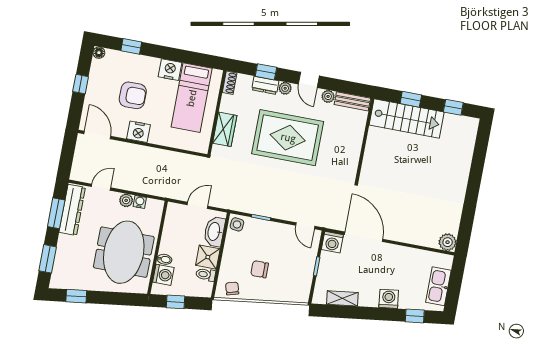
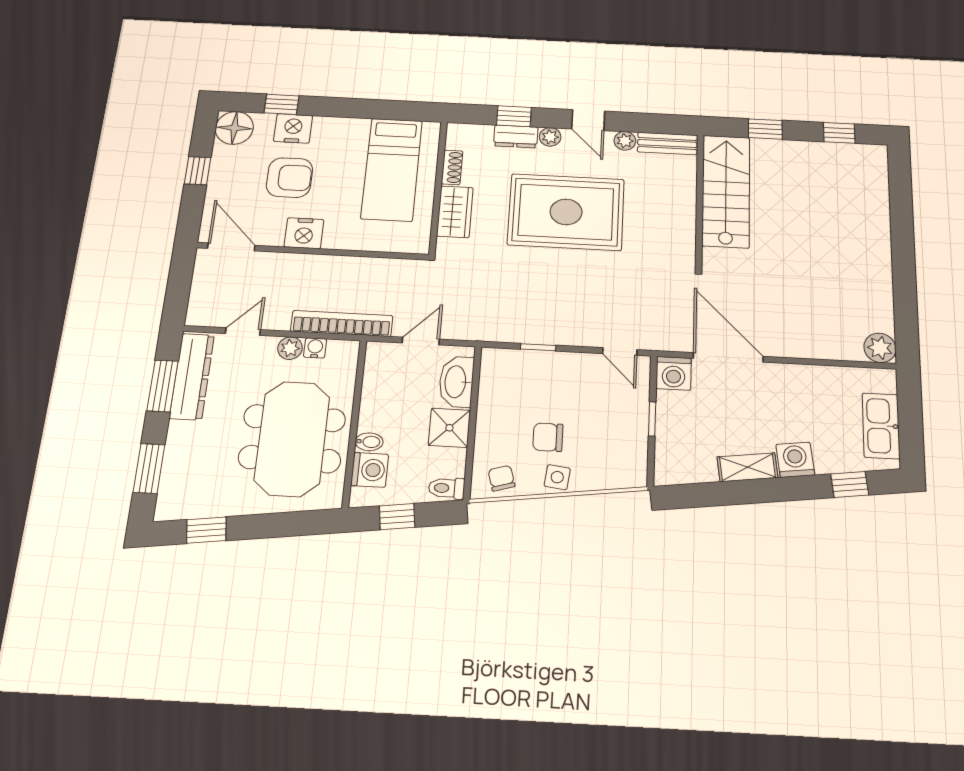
floor lamp: (99, 53) -> (234, 128), width x1.89, depth x1.89
nightstand: (170, 70) -> (293, 128), moved
shoe rack: (230, 83) -> (452, 167), moved
stairs: (407, 119) -> (726, 191), moved, turned -90
bookcase: (155, 189) -> (342, 323), added
side table: (237, 224) -> (557, 477), moved
toilet: (206, 275) -> (447, 488), moved
shelving: (342, 298) -> (747, 467), moved

